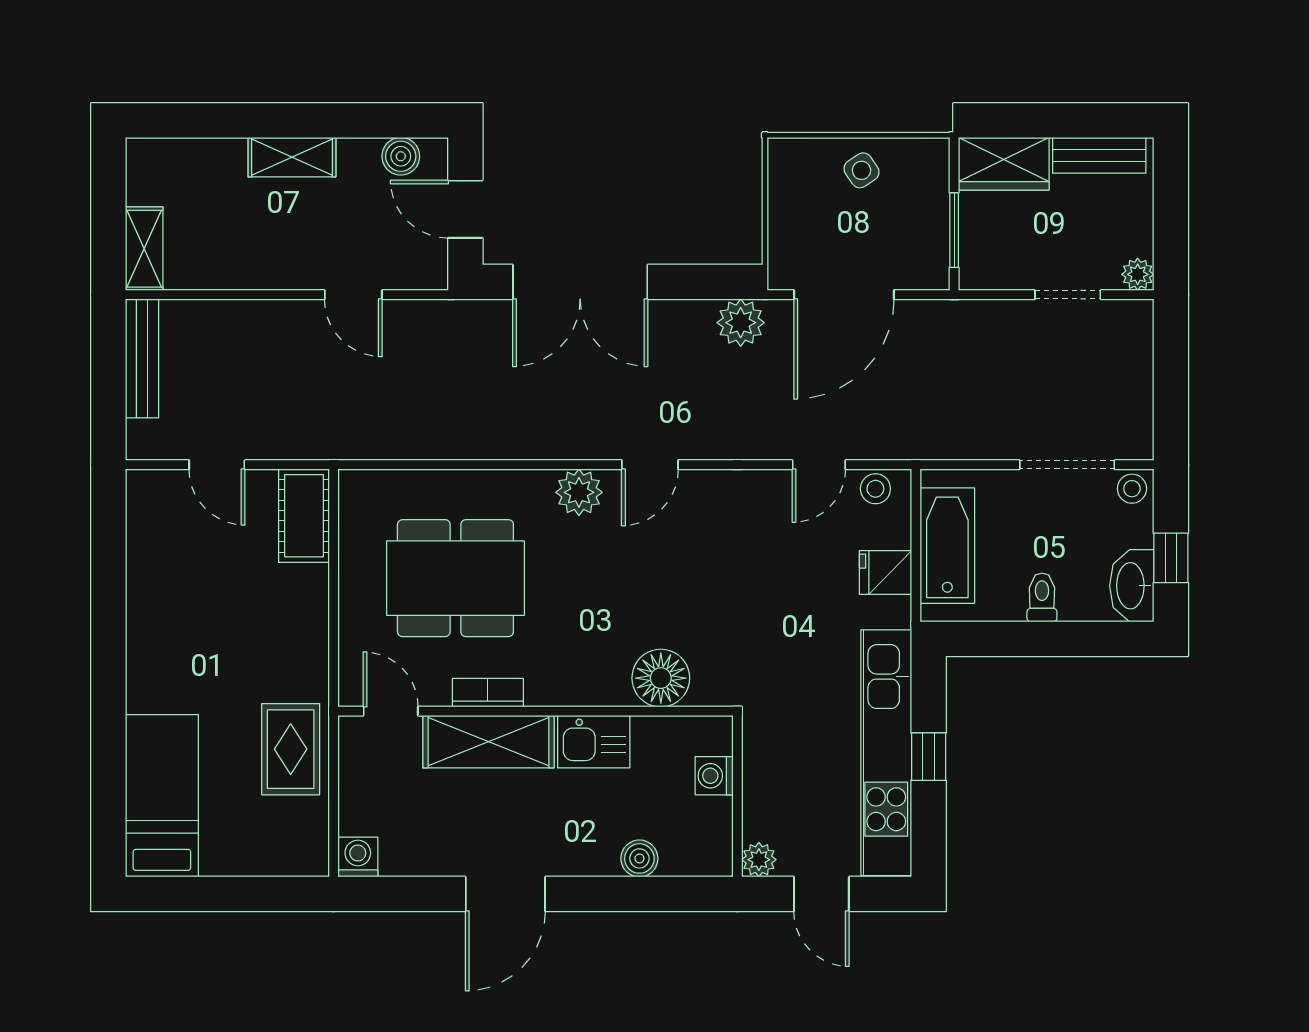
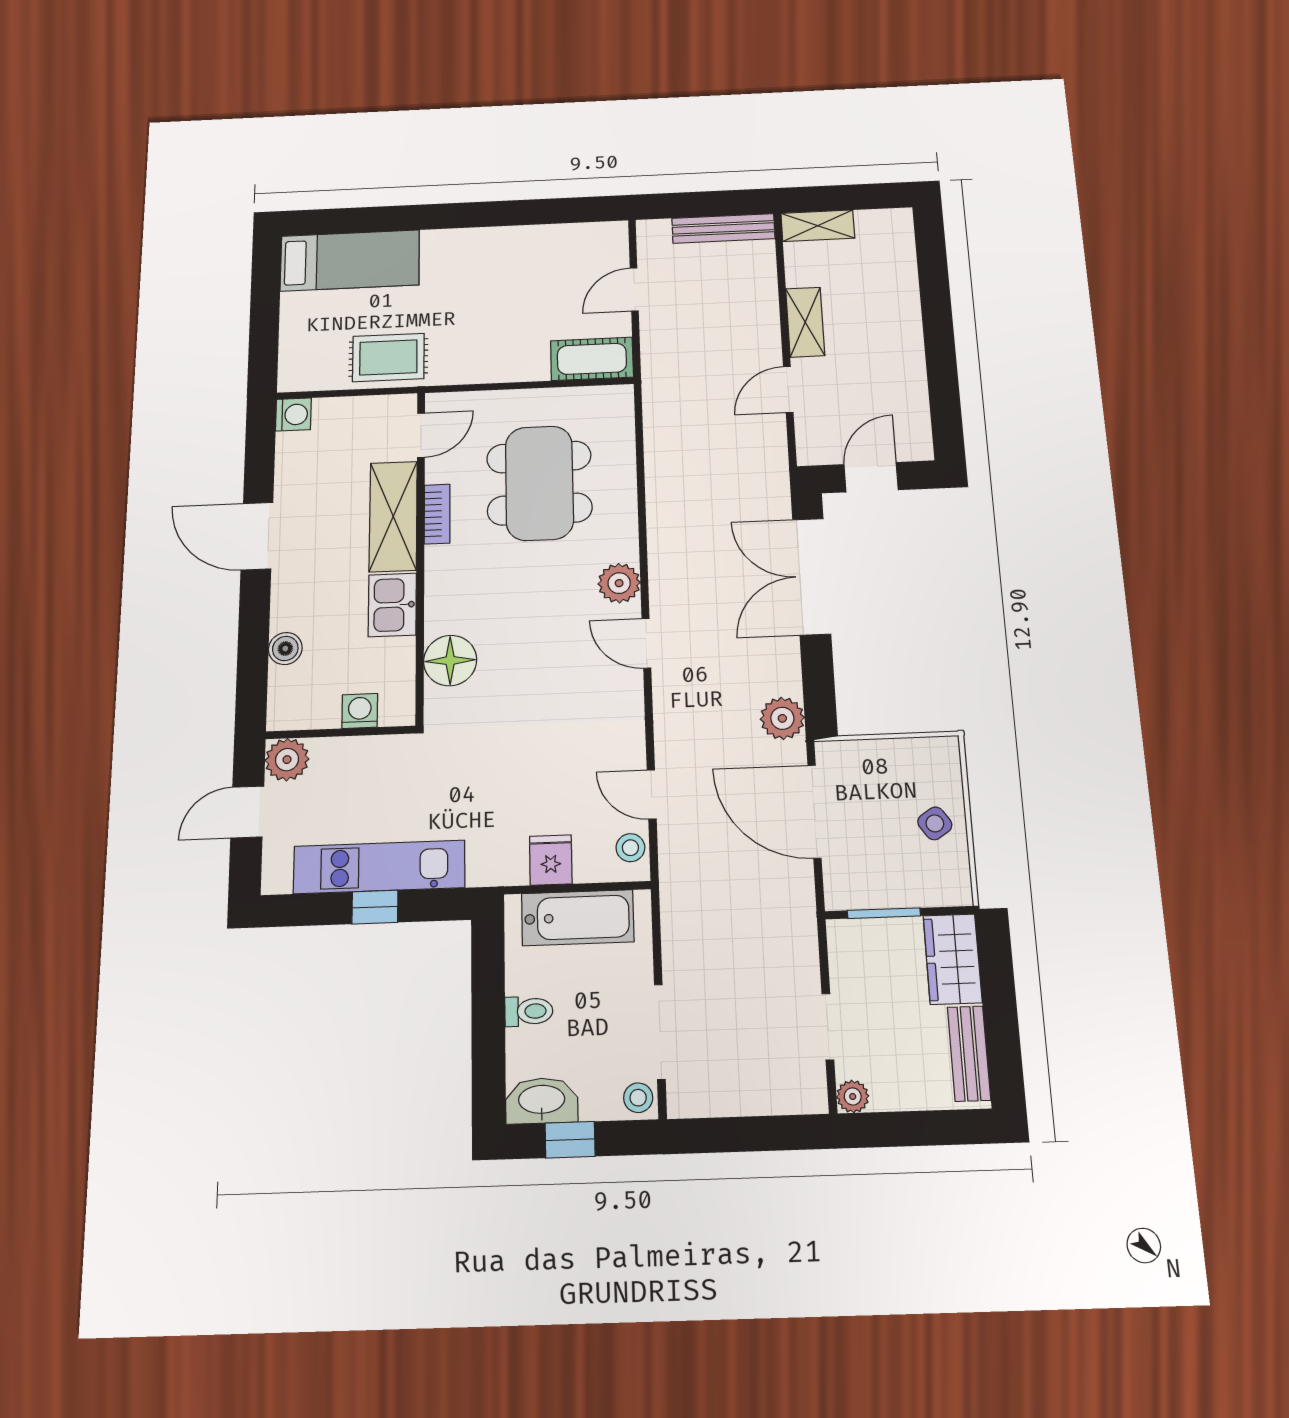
boiler: (401, 156) -> (914, 422), removed
shelving: (292, 157) -> (805, 322), moved
kitchen unit: (886, 753) -> (379, 867), width x0.73
plant: (759, 860) -> (287, 760), width x1.38, depth x1.38

